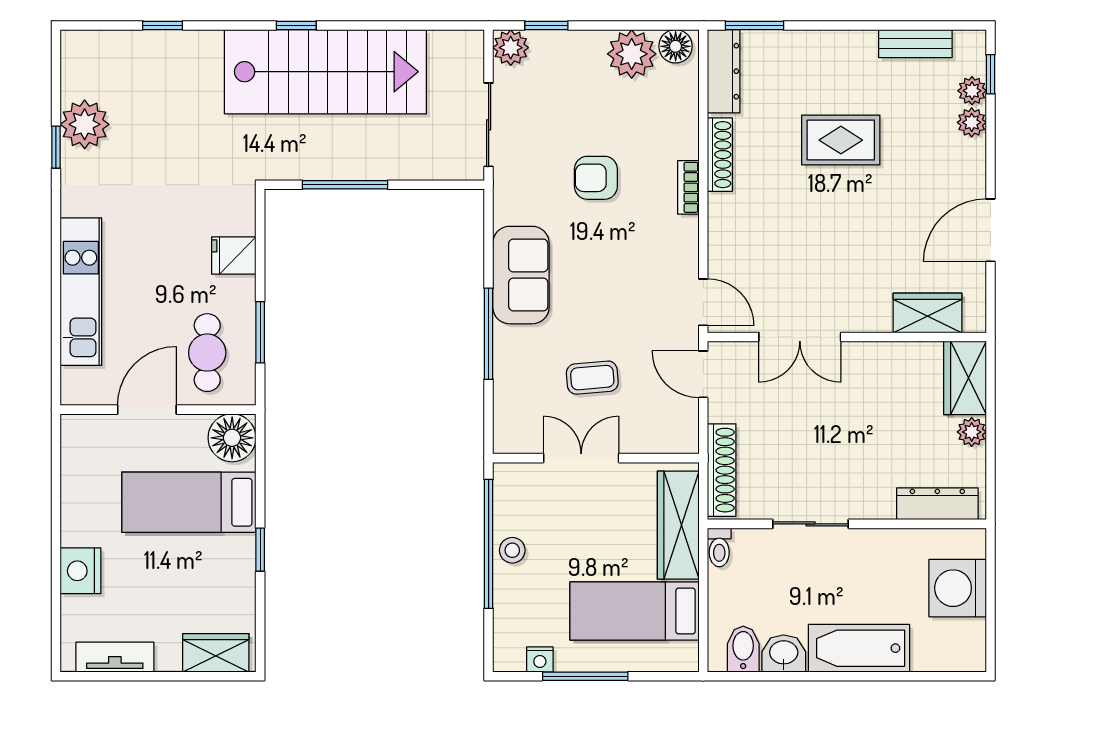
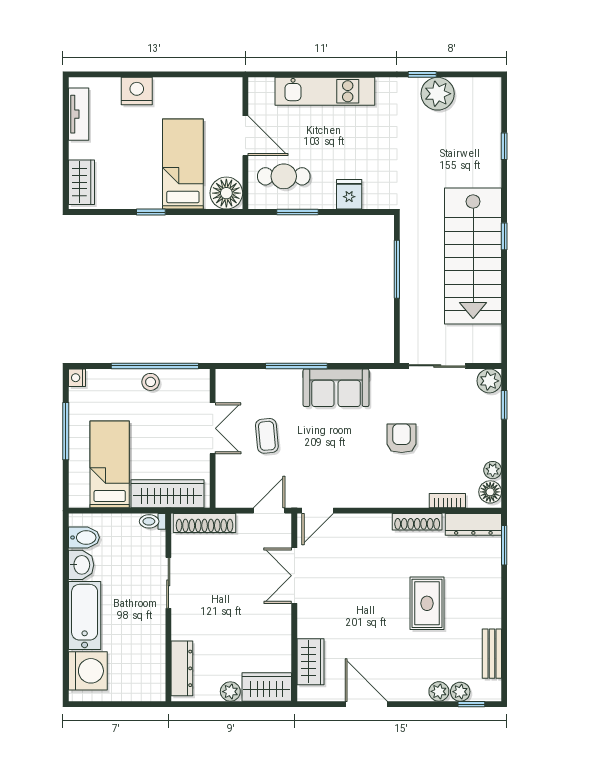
plant: (632, 54) -> (493, 470), width x0.53, depth x0.53
bookcase: (688, 187) -> (447, 501), moved
washing machine: (958, 588) -> (88, 671), moved, turned 90
nightstand: (540, 659) -> (77, 378), moved

